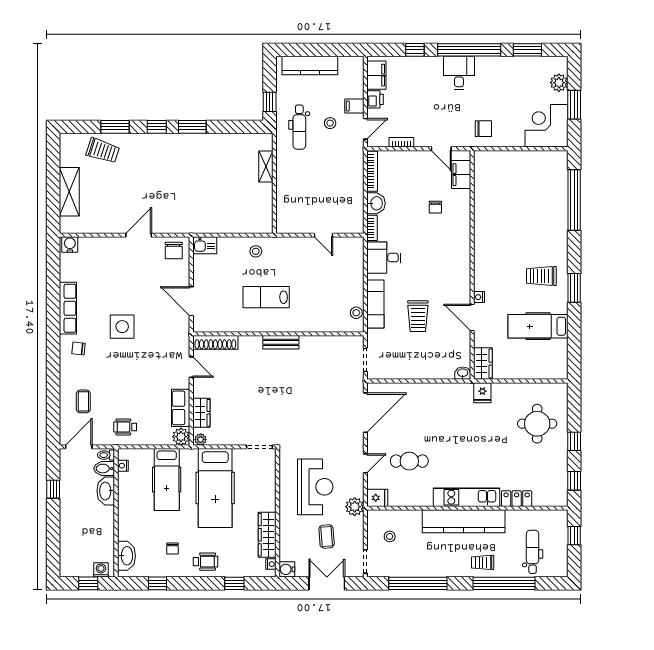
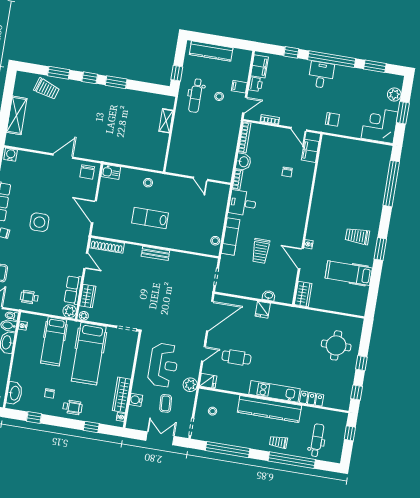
washbasin: (463, 373) -> (269, 296), moved
fridge: (482, 393) -> (263, 310), moved
water cooler: (287, 569) -> (136, 400), moved

